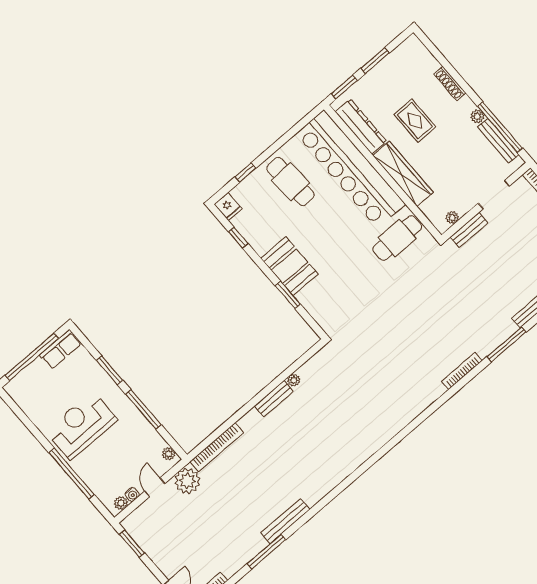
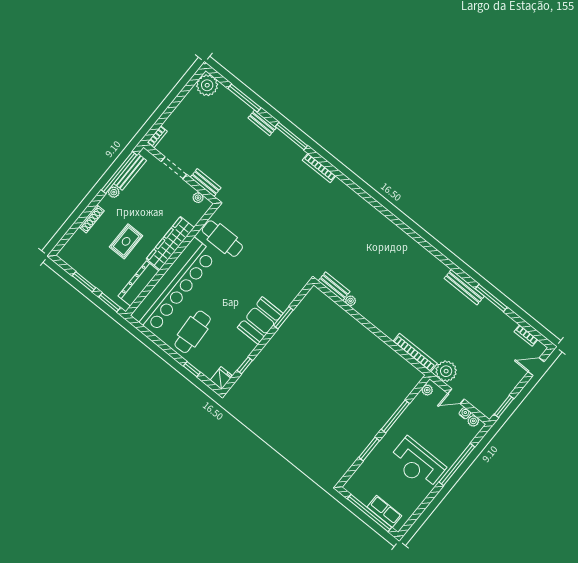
row of seats: (60, 349) -> (384, 511), moved
bench: (274, 399) -> (334, 286), moved

